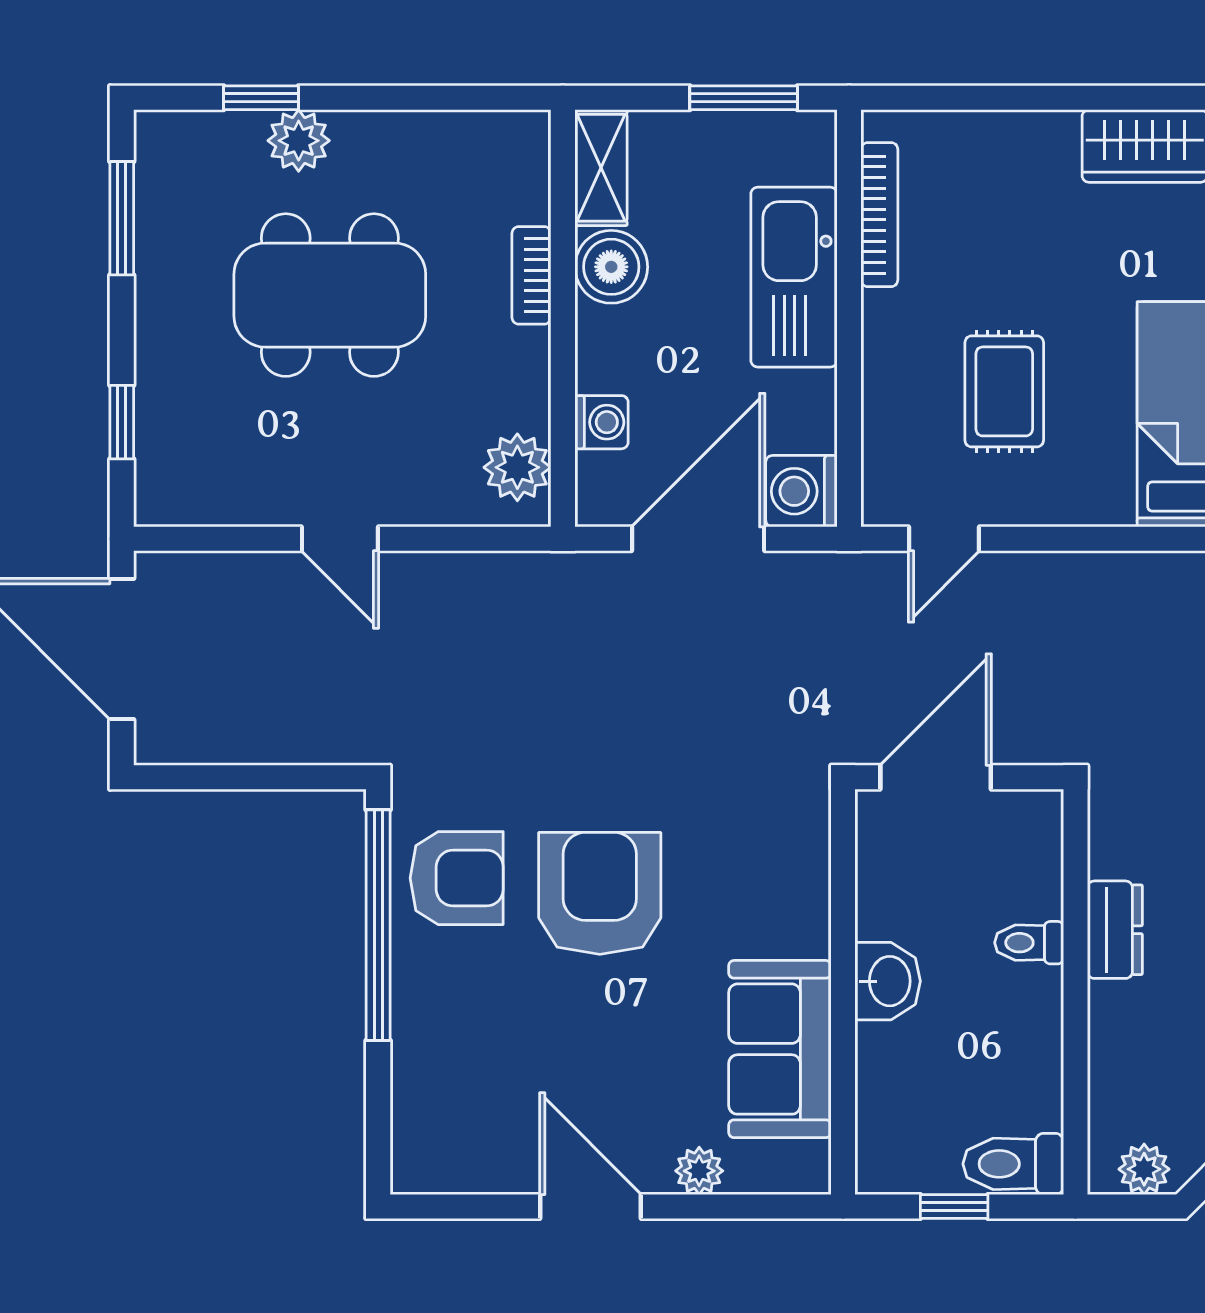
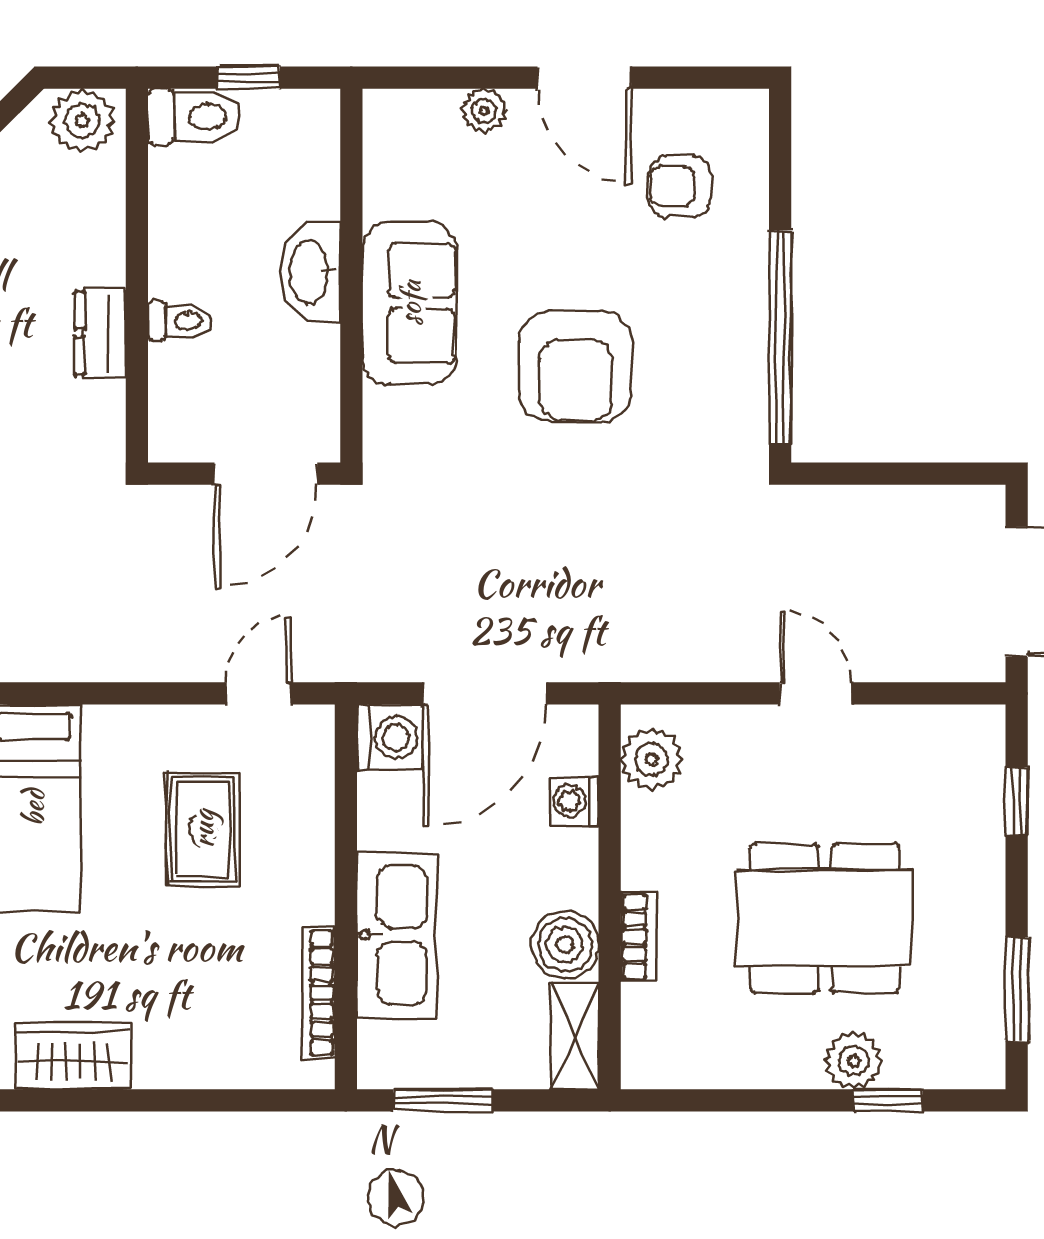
armchair: (457, 878) -> (680, 186), moved, width x0.72, depth x0.72
washbasin: (888, 981) -> (310, 272), width x1.38
sofa: (780, 1049) -> (410, 303), moved
plant: (1144, 1169) -> (82, 121), width x1.38, depth x1.38

